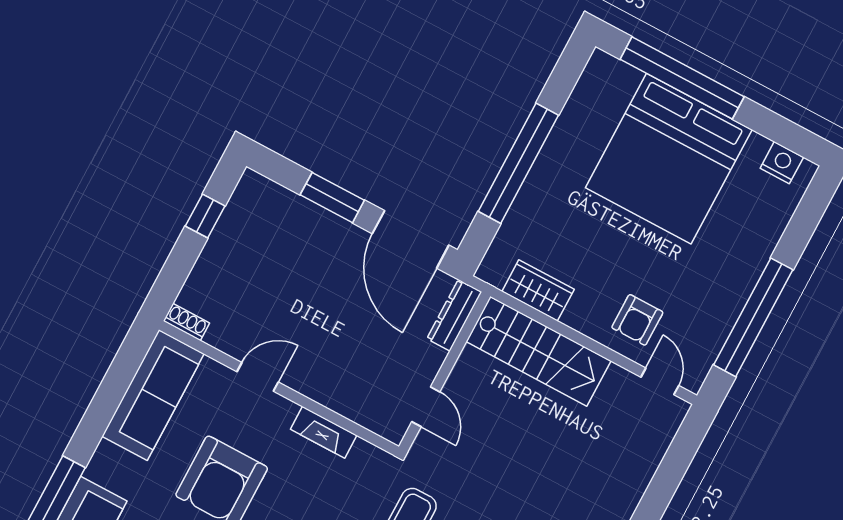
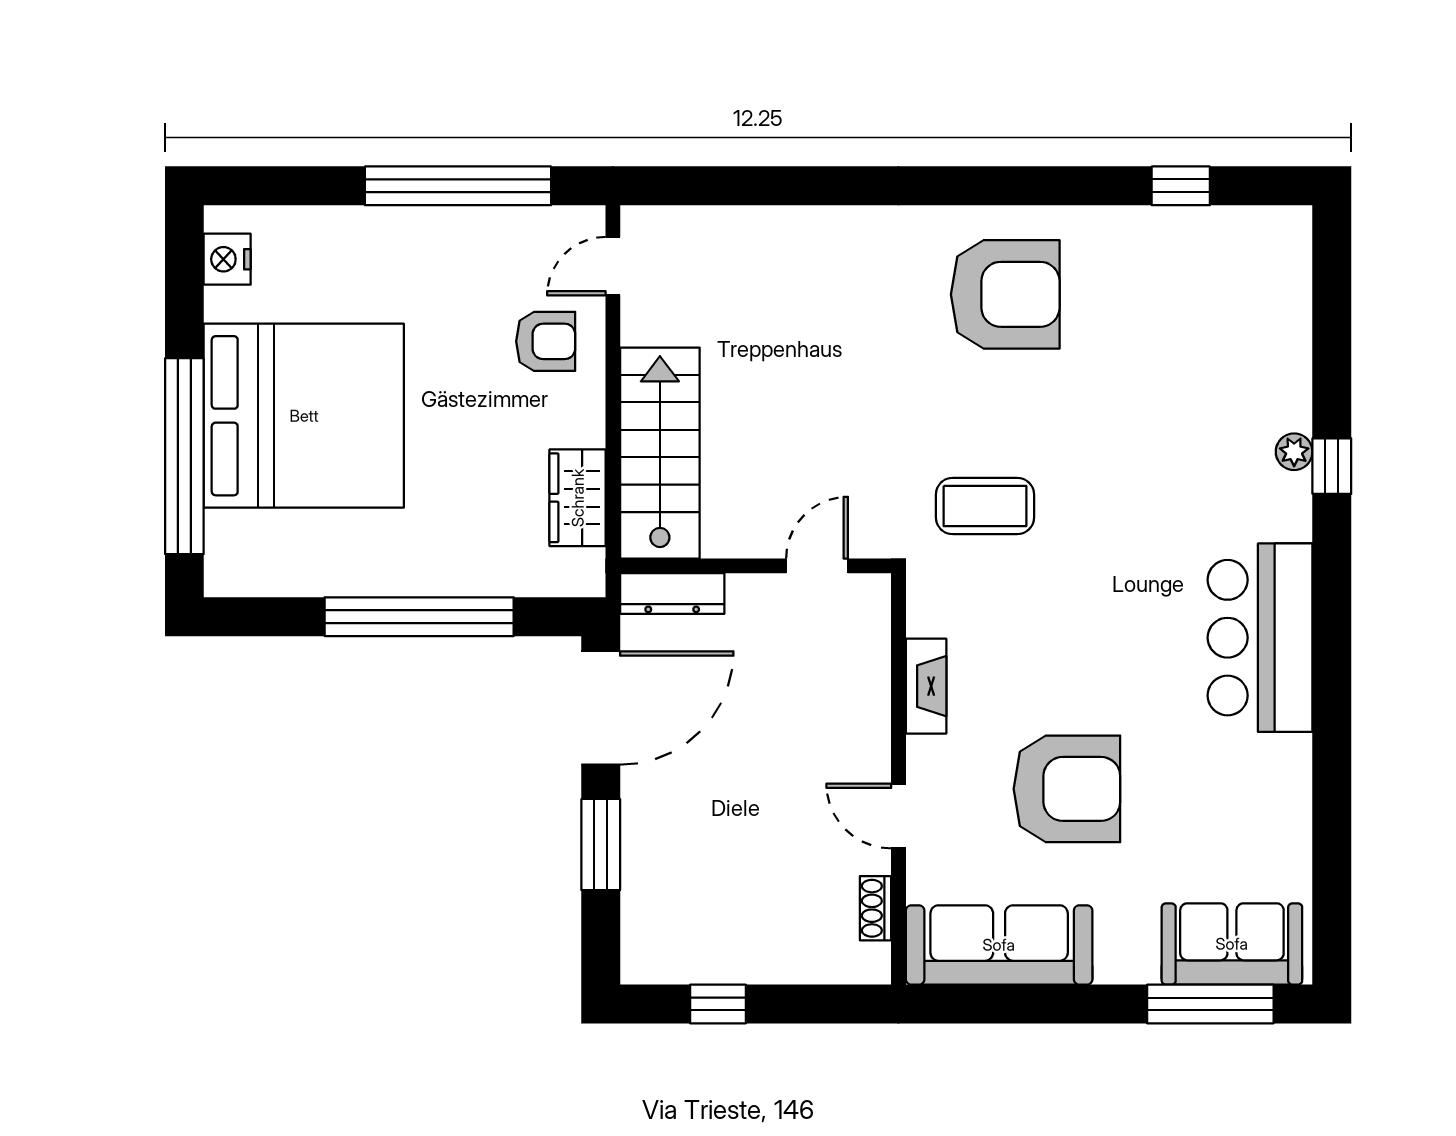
shoe rack: (186, 322) -> (876, 908), moved

